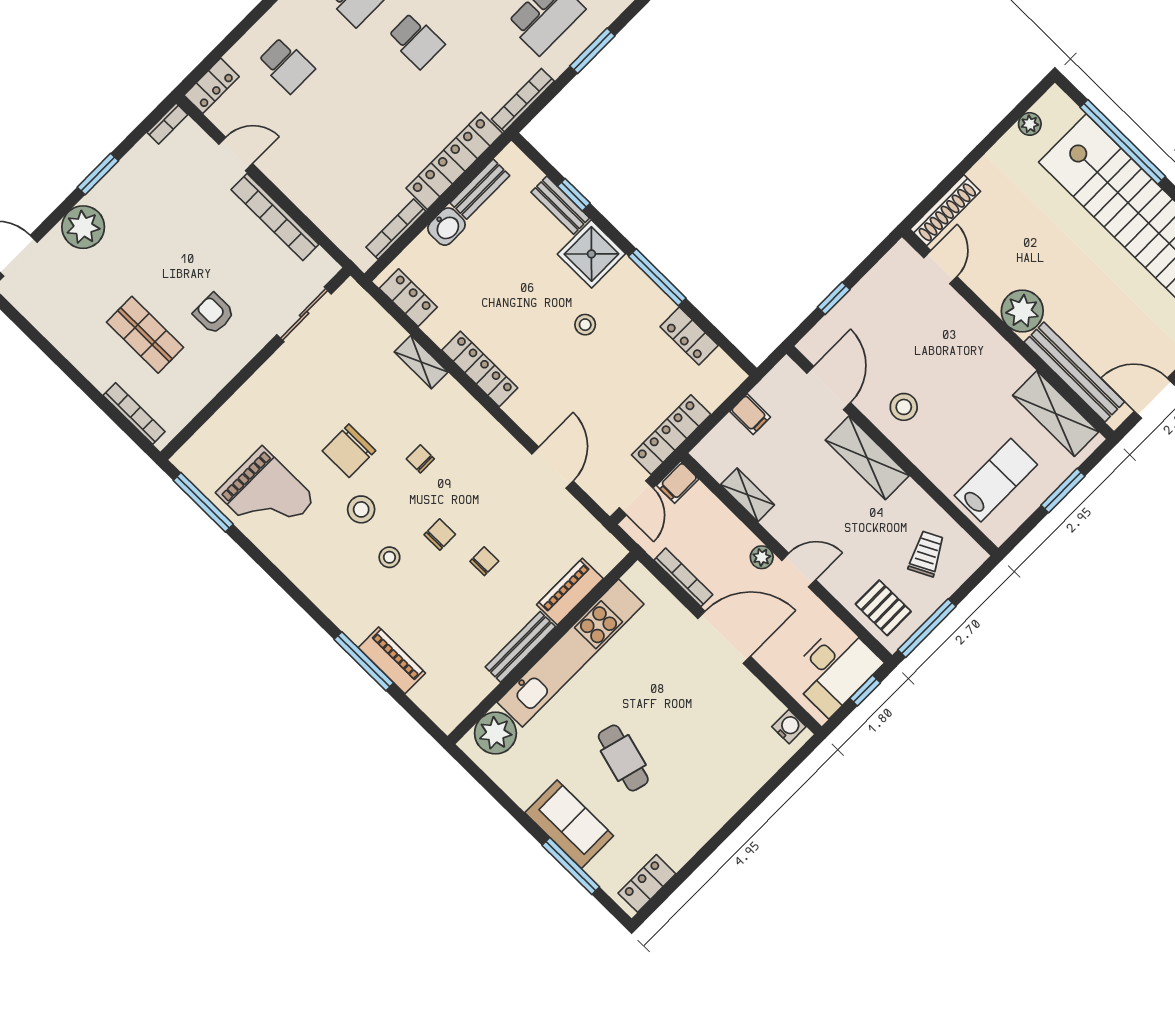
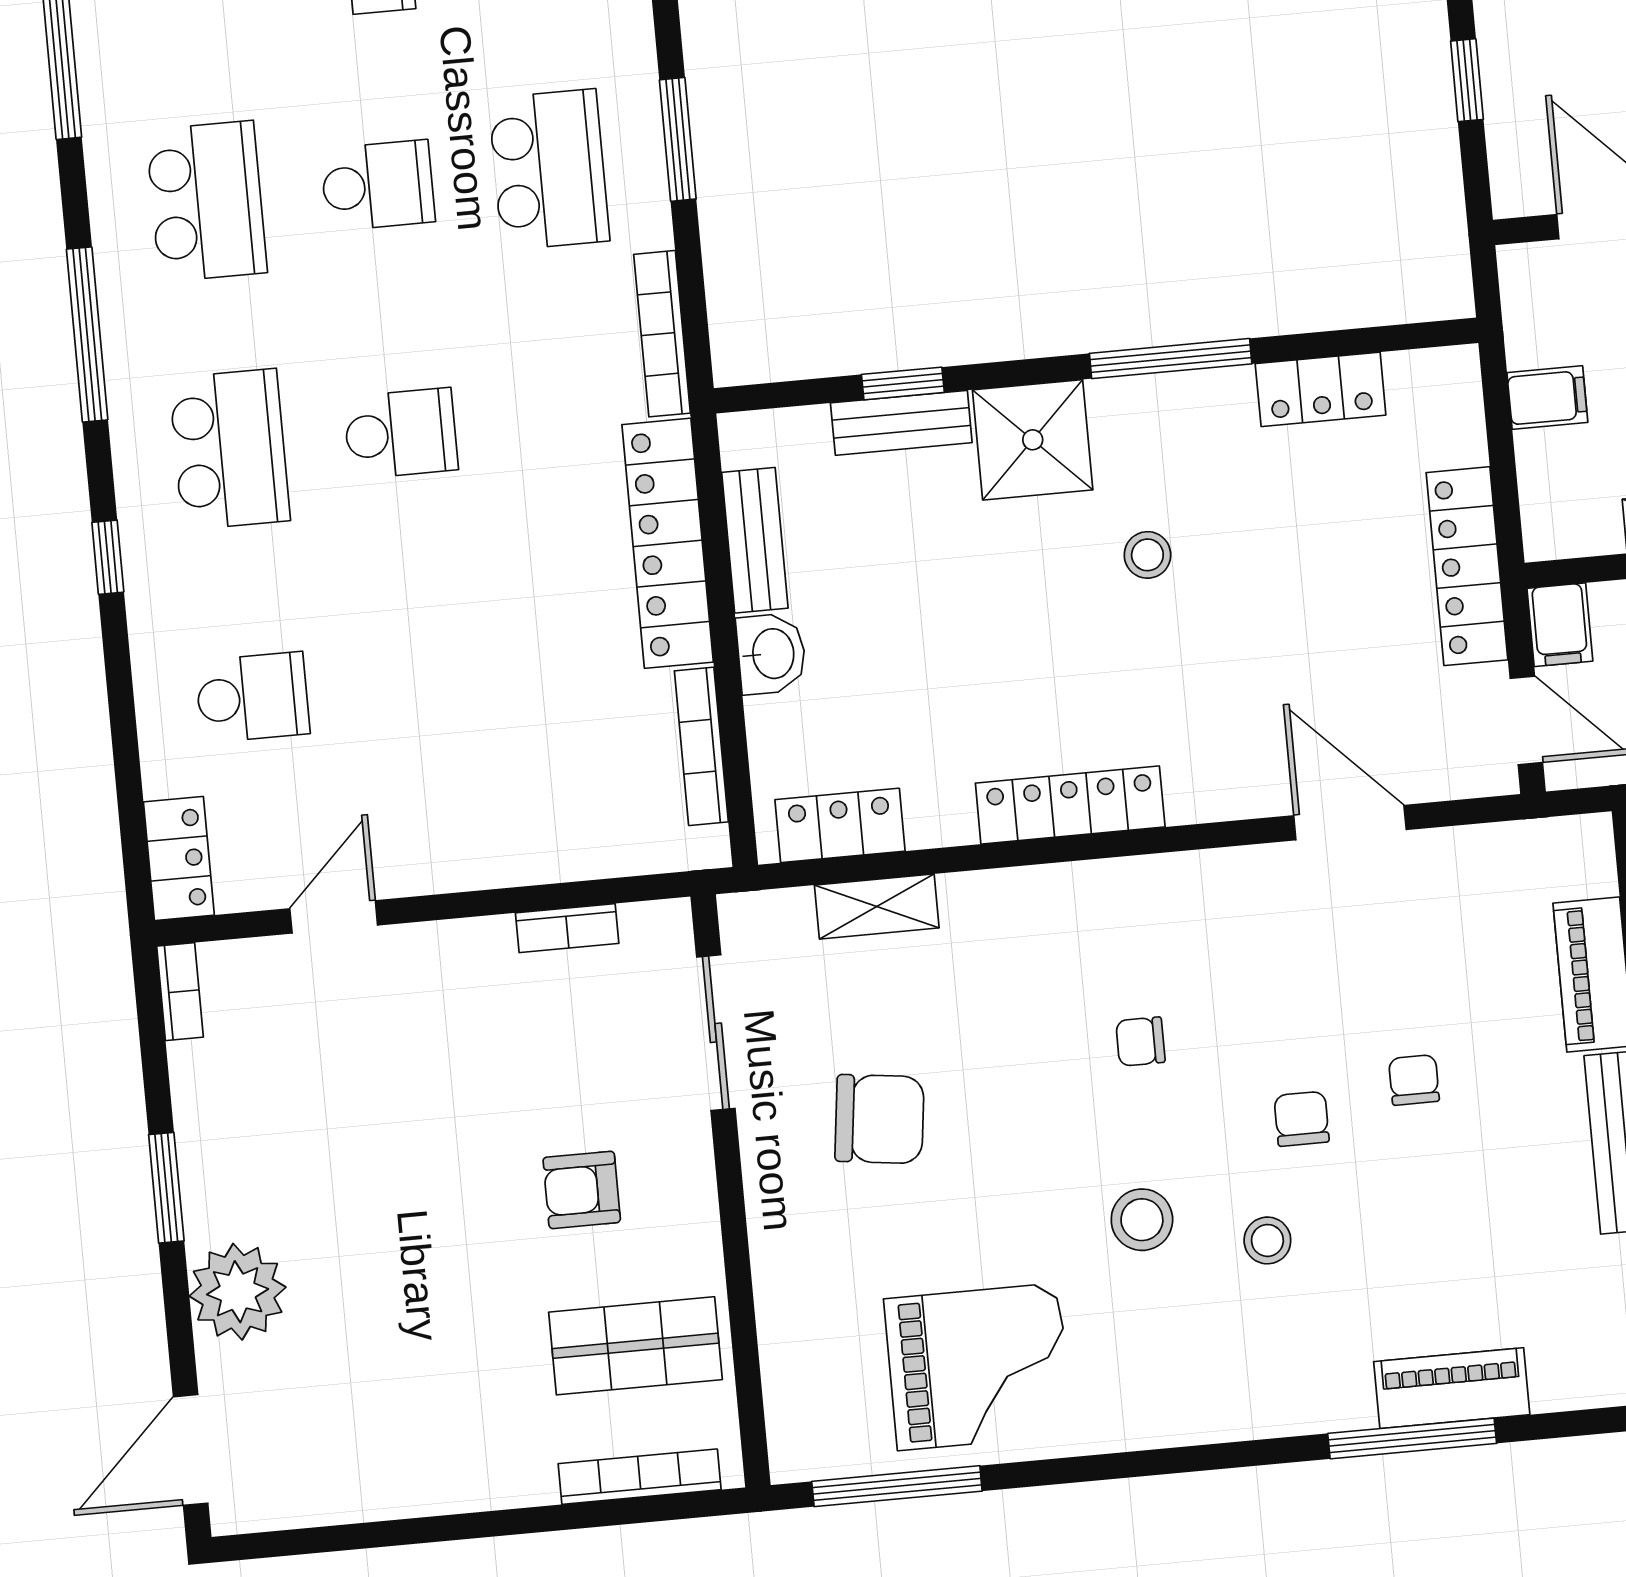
bookcase: (275, 217) -> (567, 928), width x0.43, depth x0.76
shop shelf: (145, 335) -> (635, 1346), moved
shelving: (421, 362) -> (877, 907), moved
chair: (349, 451) -> (879, 1119), moved, turned -83

